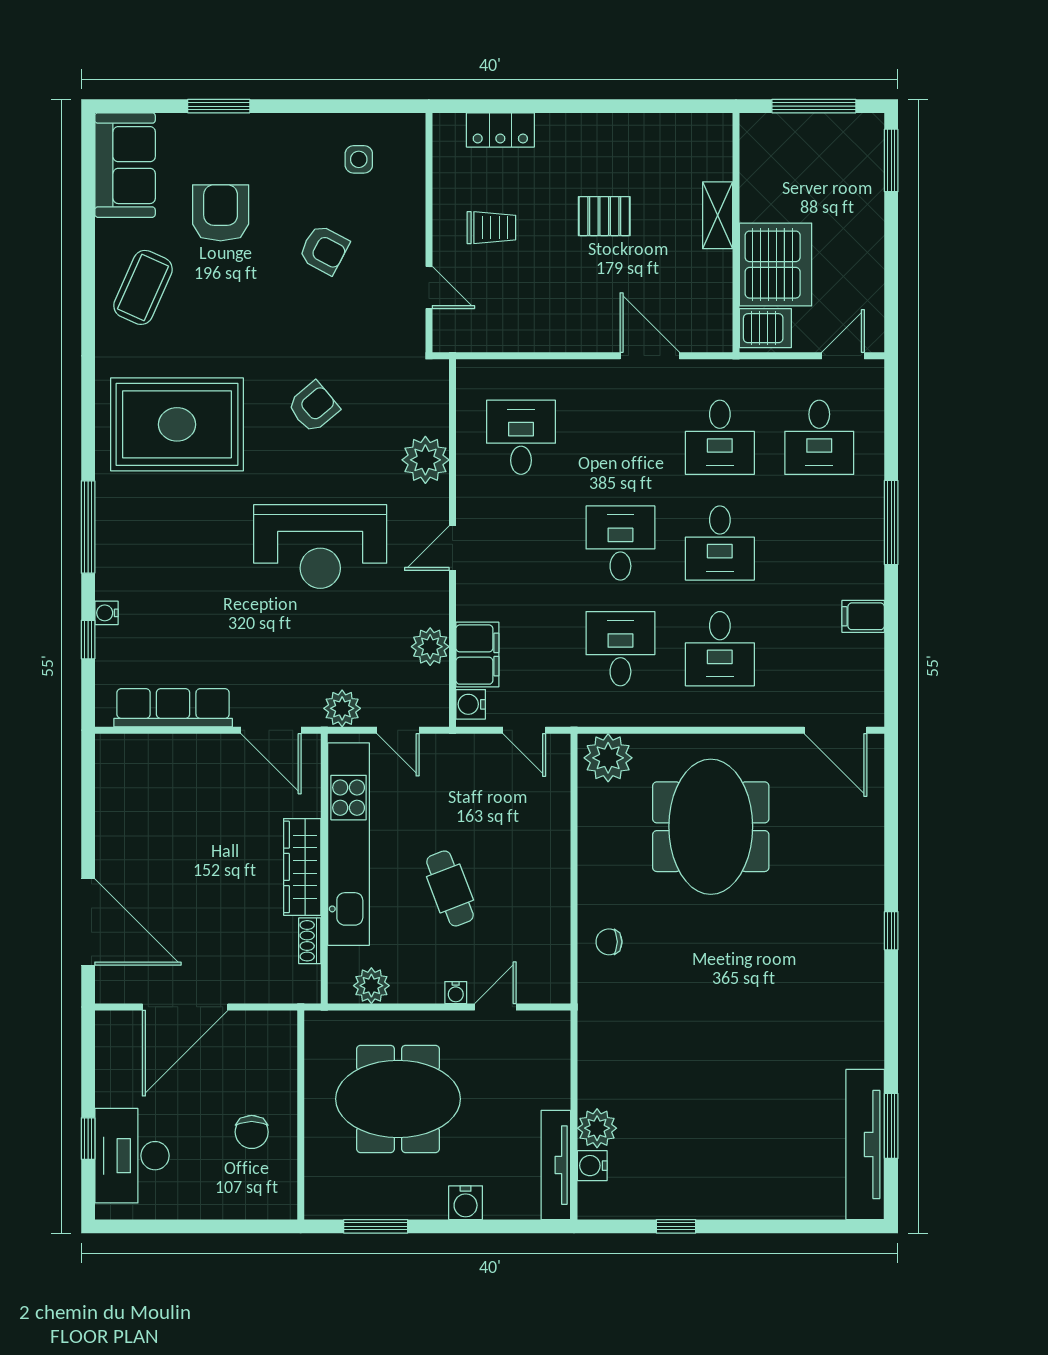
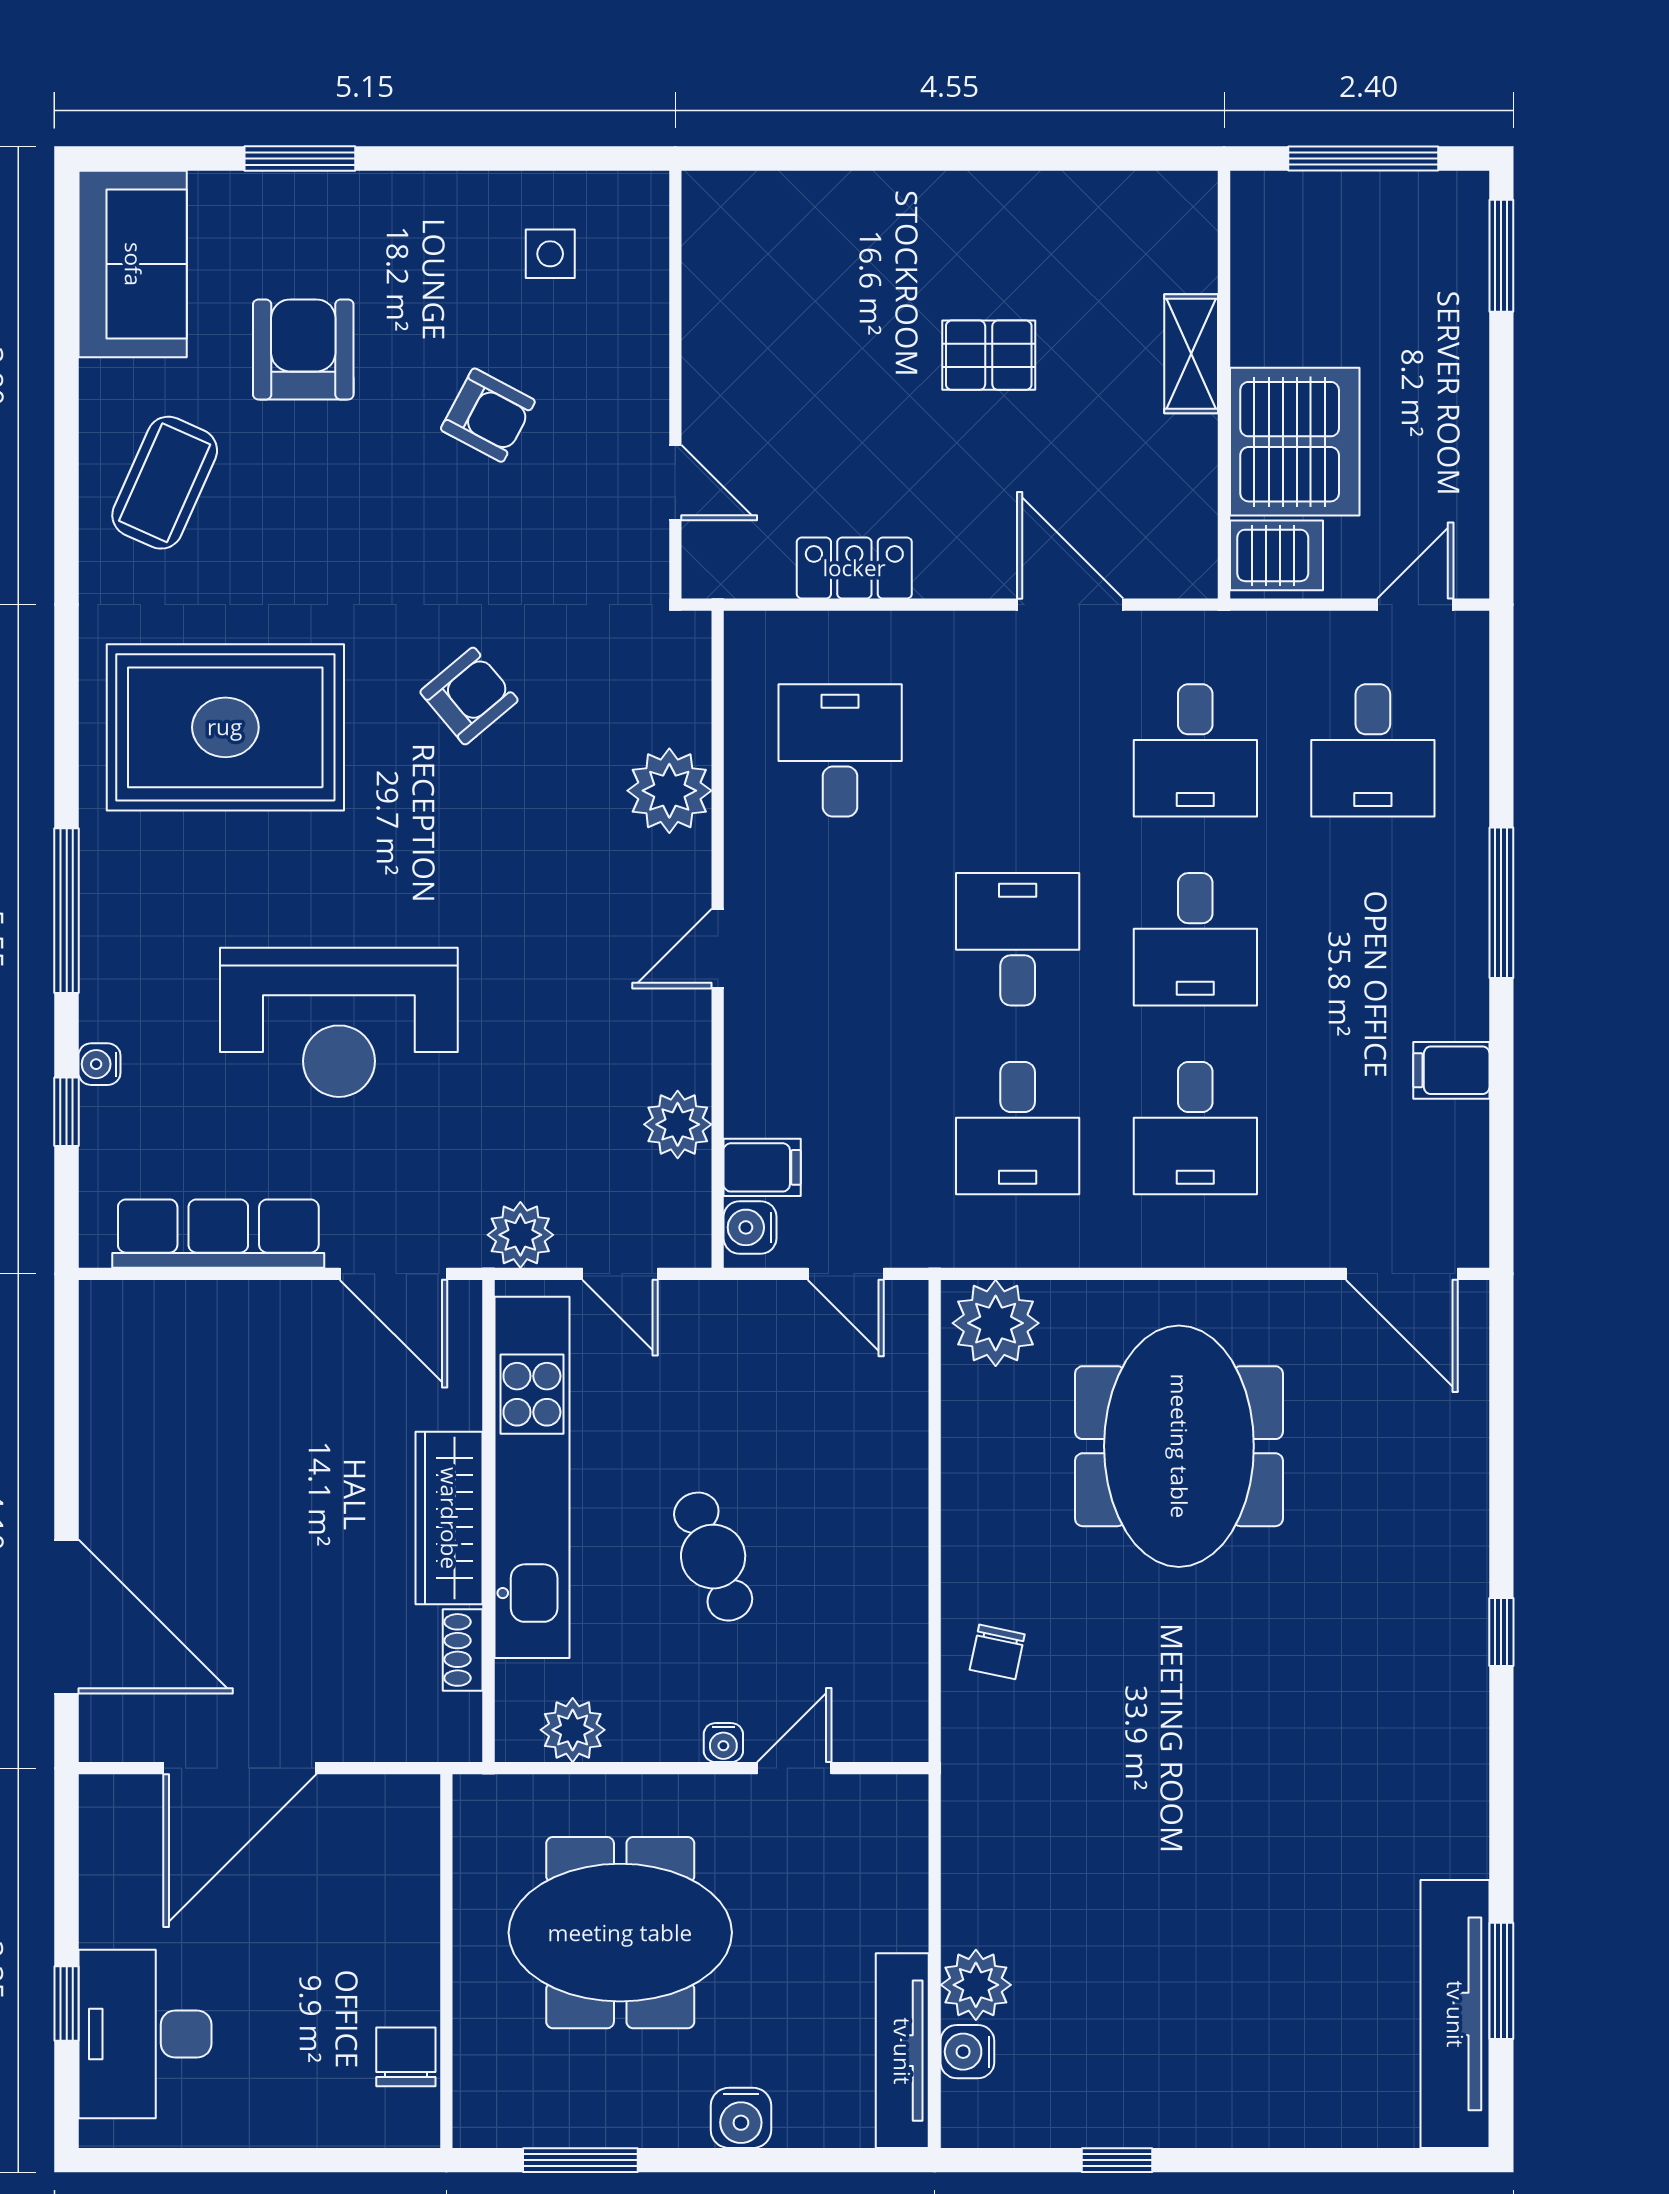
locker: (500, 130) -> (854, 568), moved, turned 180
trolley: (491, 228) -> (787, 376), removed
reception desk: (320, 546) -> (339, 1022), moved
desk: (620, 649) -> (1018, 1128), turned 180
filing cabinet: (477, 655) -> (762, 1167), width x0.50
chair: (609, 942) -> (997, 1652), turned -78
chair: (252, 1132) -> (406, 2057), moved, turned 180

